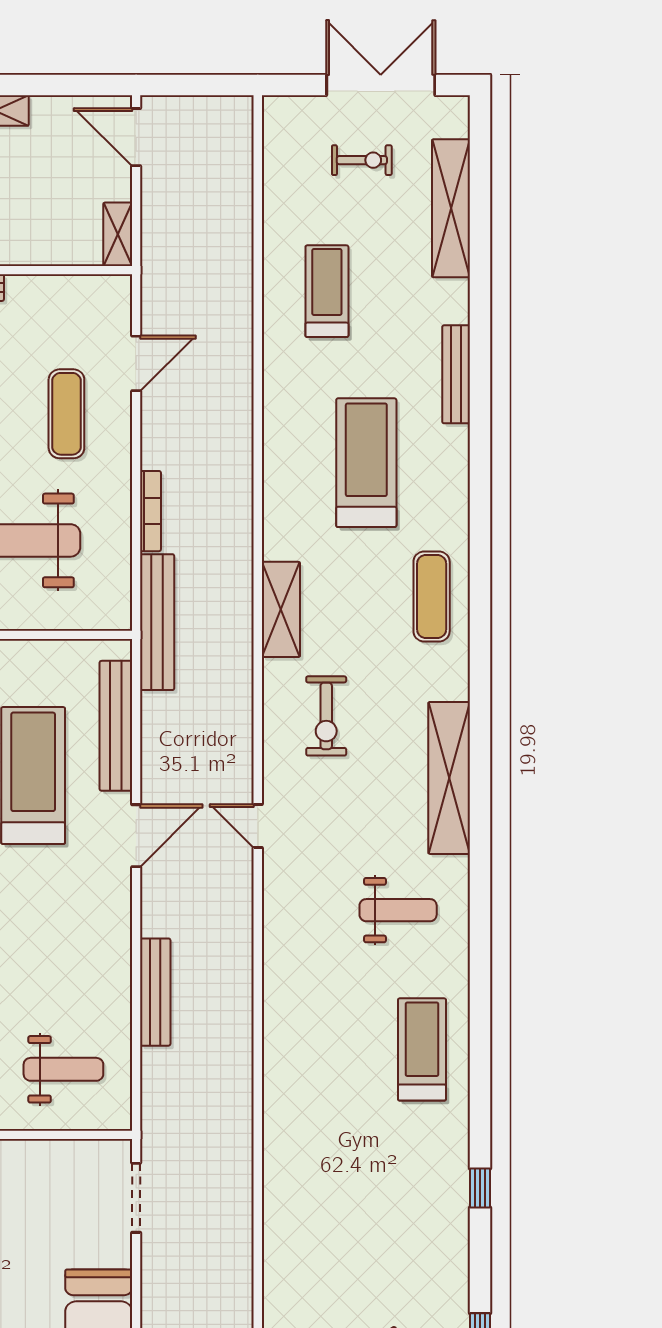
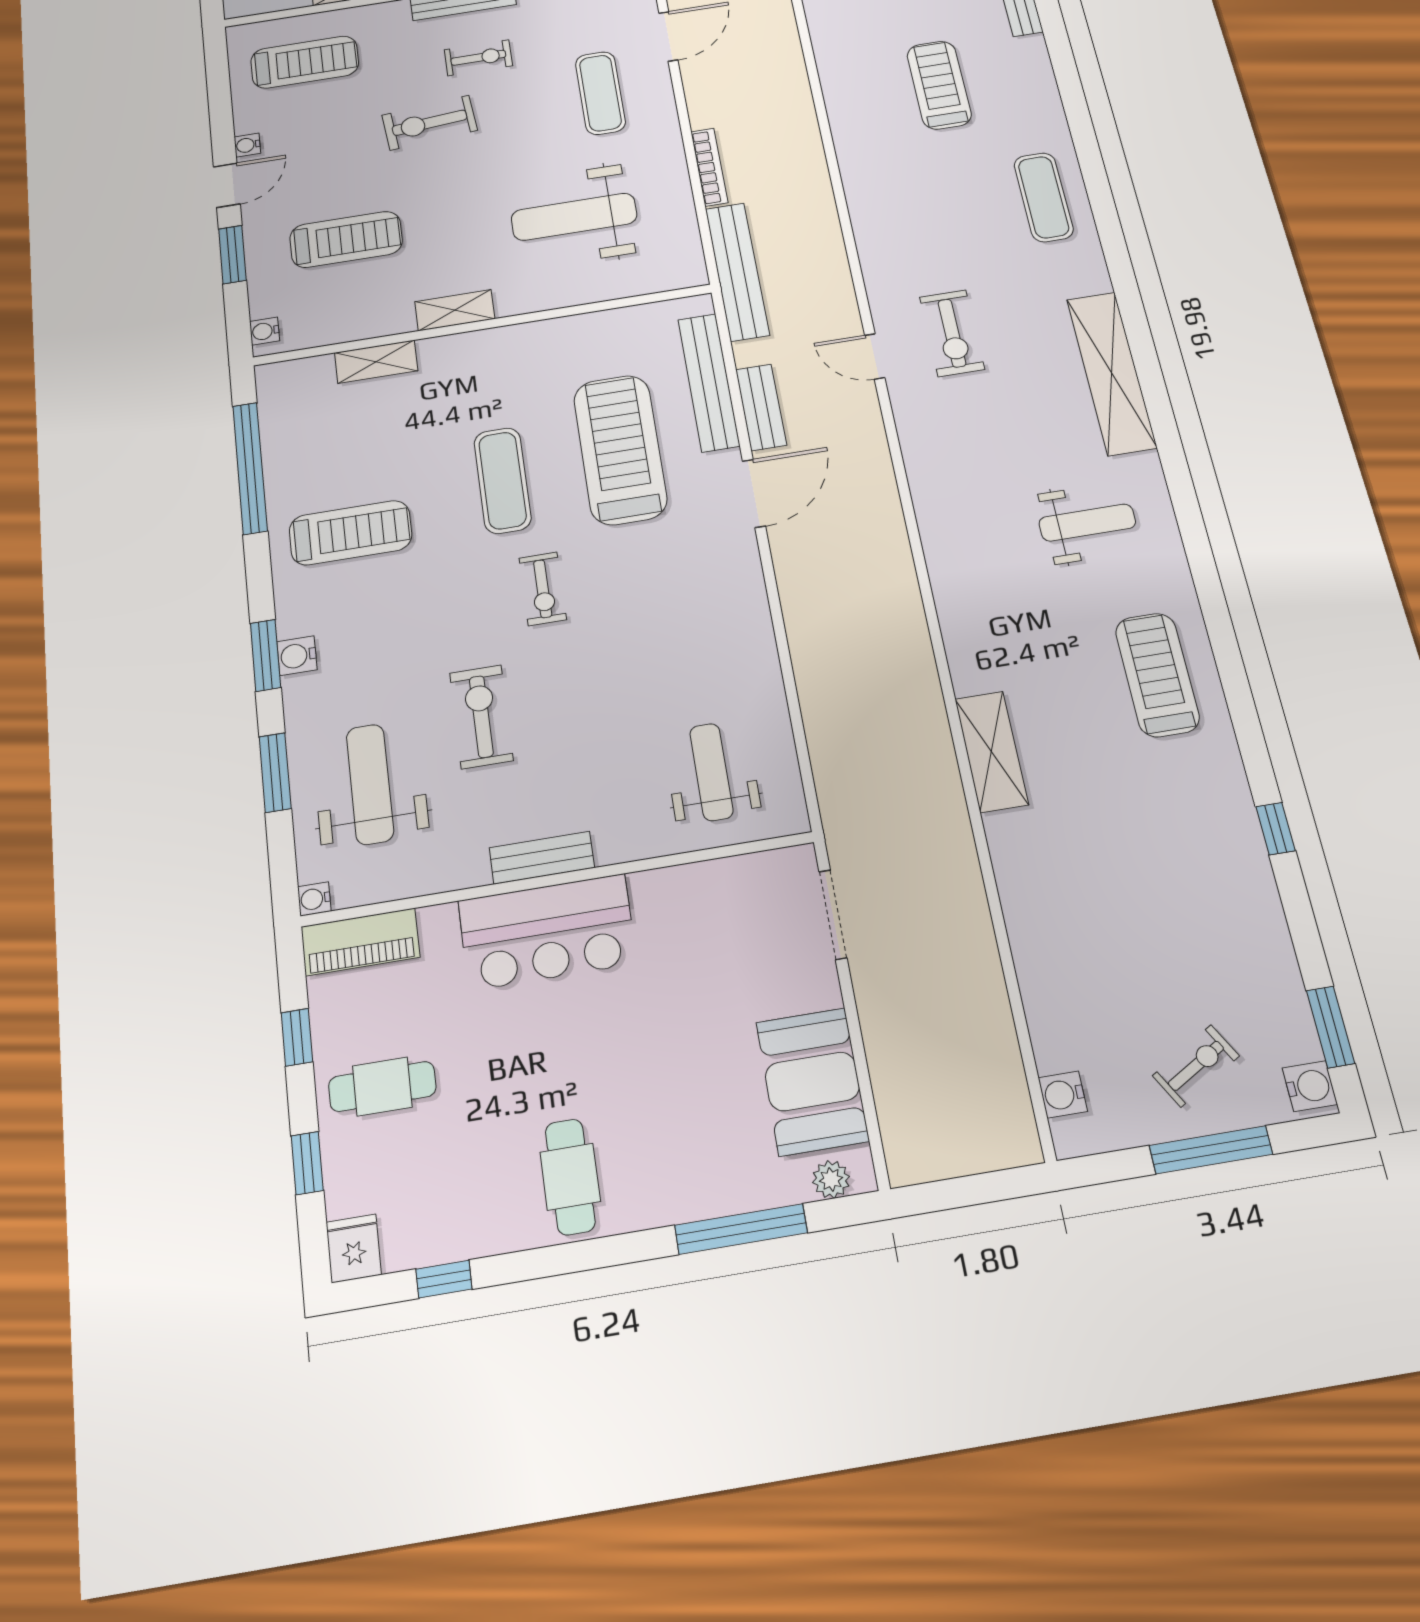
treadmill: (366, 463) -> (939, 85), width x0.73, depth x0.73
shelving: (281, 609) -> (991, 752), moved
door: (258, 826) -> (875, 356), moved
bench: (155, 992) -> (761, 407), moved, width x0.73
weight bench: (63, 1069) -> (711, 772), turned -90

